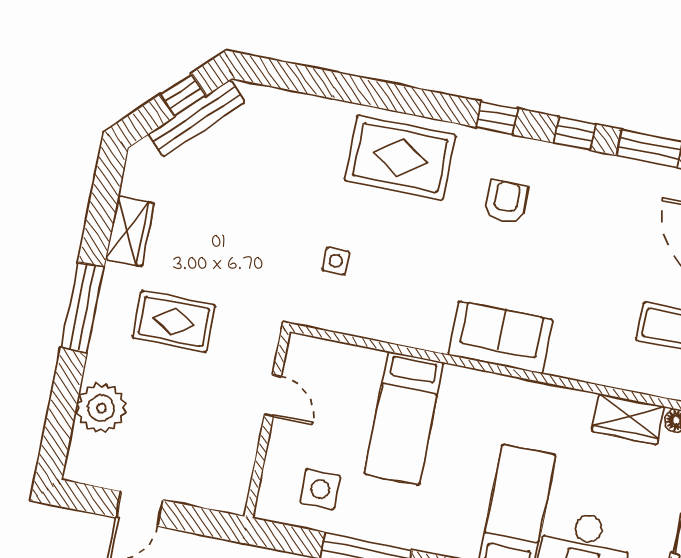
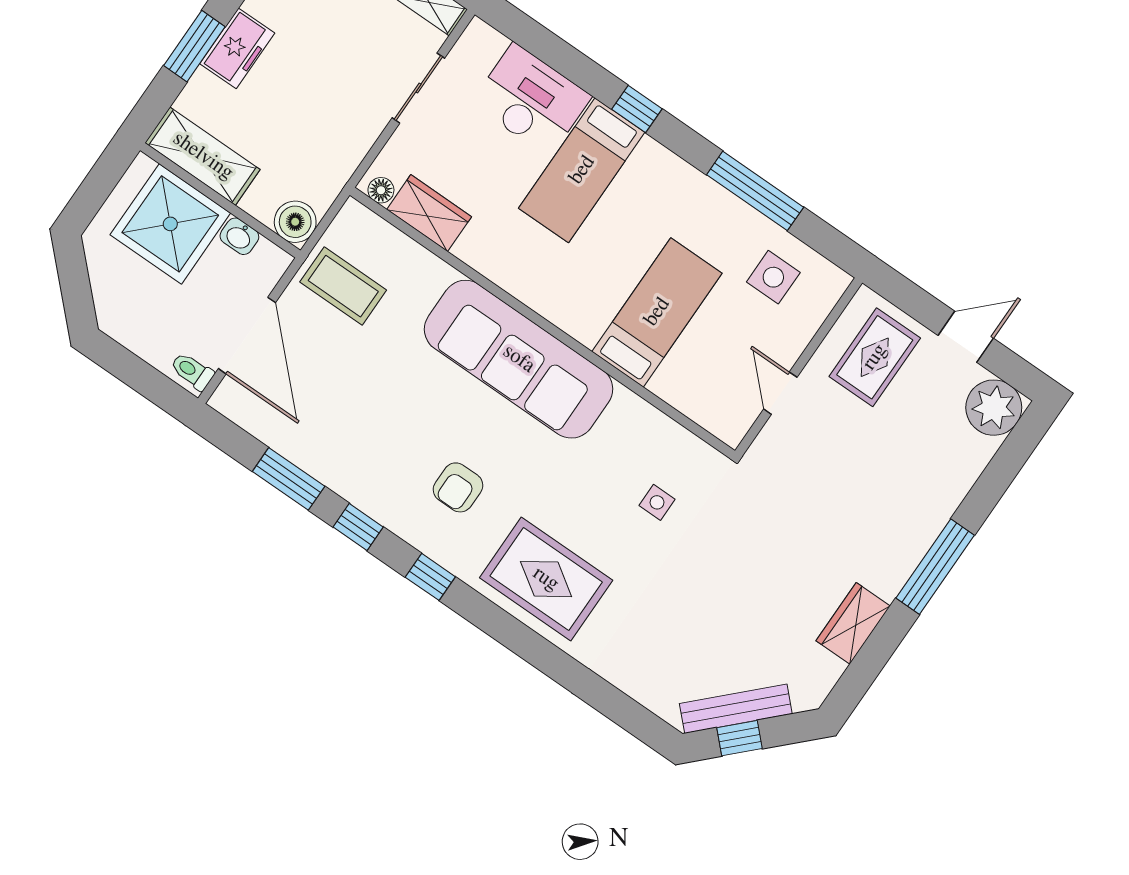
rug: (174, 321) -> (875, 357), moved, turned 90
sofa: (500, 337) -> (519, 359), width x1.85, depth x1.27
plant: (101, 408) -> (994, 408), moved

